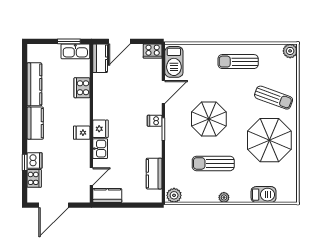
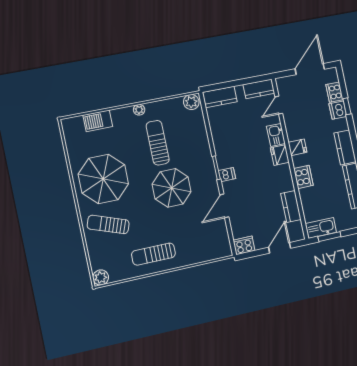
kitchen counter: (100, 58) -> (291, 206), moved
barbecue: (174, 62) -> (220, 239), removed
sun lounger: (238, 62) -> (153, 254), turned 180
cooker: (82, 88) -> (303, 177), moved
sun lounger: (213, 163) -> (158, 143), turned -90
kitchen counter: (154, 174) -> (220, 97), moved, turned 90

